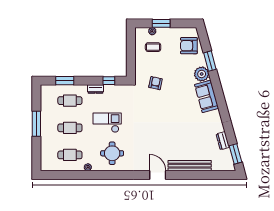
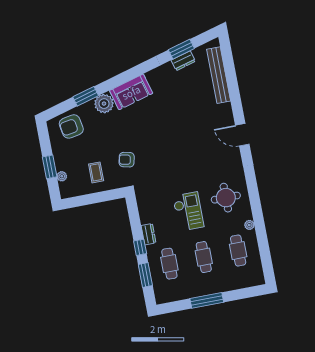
armchair: (189, 46) -> (71, 126), turned 80
coffee table: (153, 47) -> (96, 172), moved
window: (109, 81) -> (140, 247), moved
checkout: (107, 123) -> (188, 211), turned 180
window: (235, 154) -> (181, 49), moved
bench: (190, 166) -> (219, 75), moved
door: (158, 175) -> (242, 135), hinge flipped

